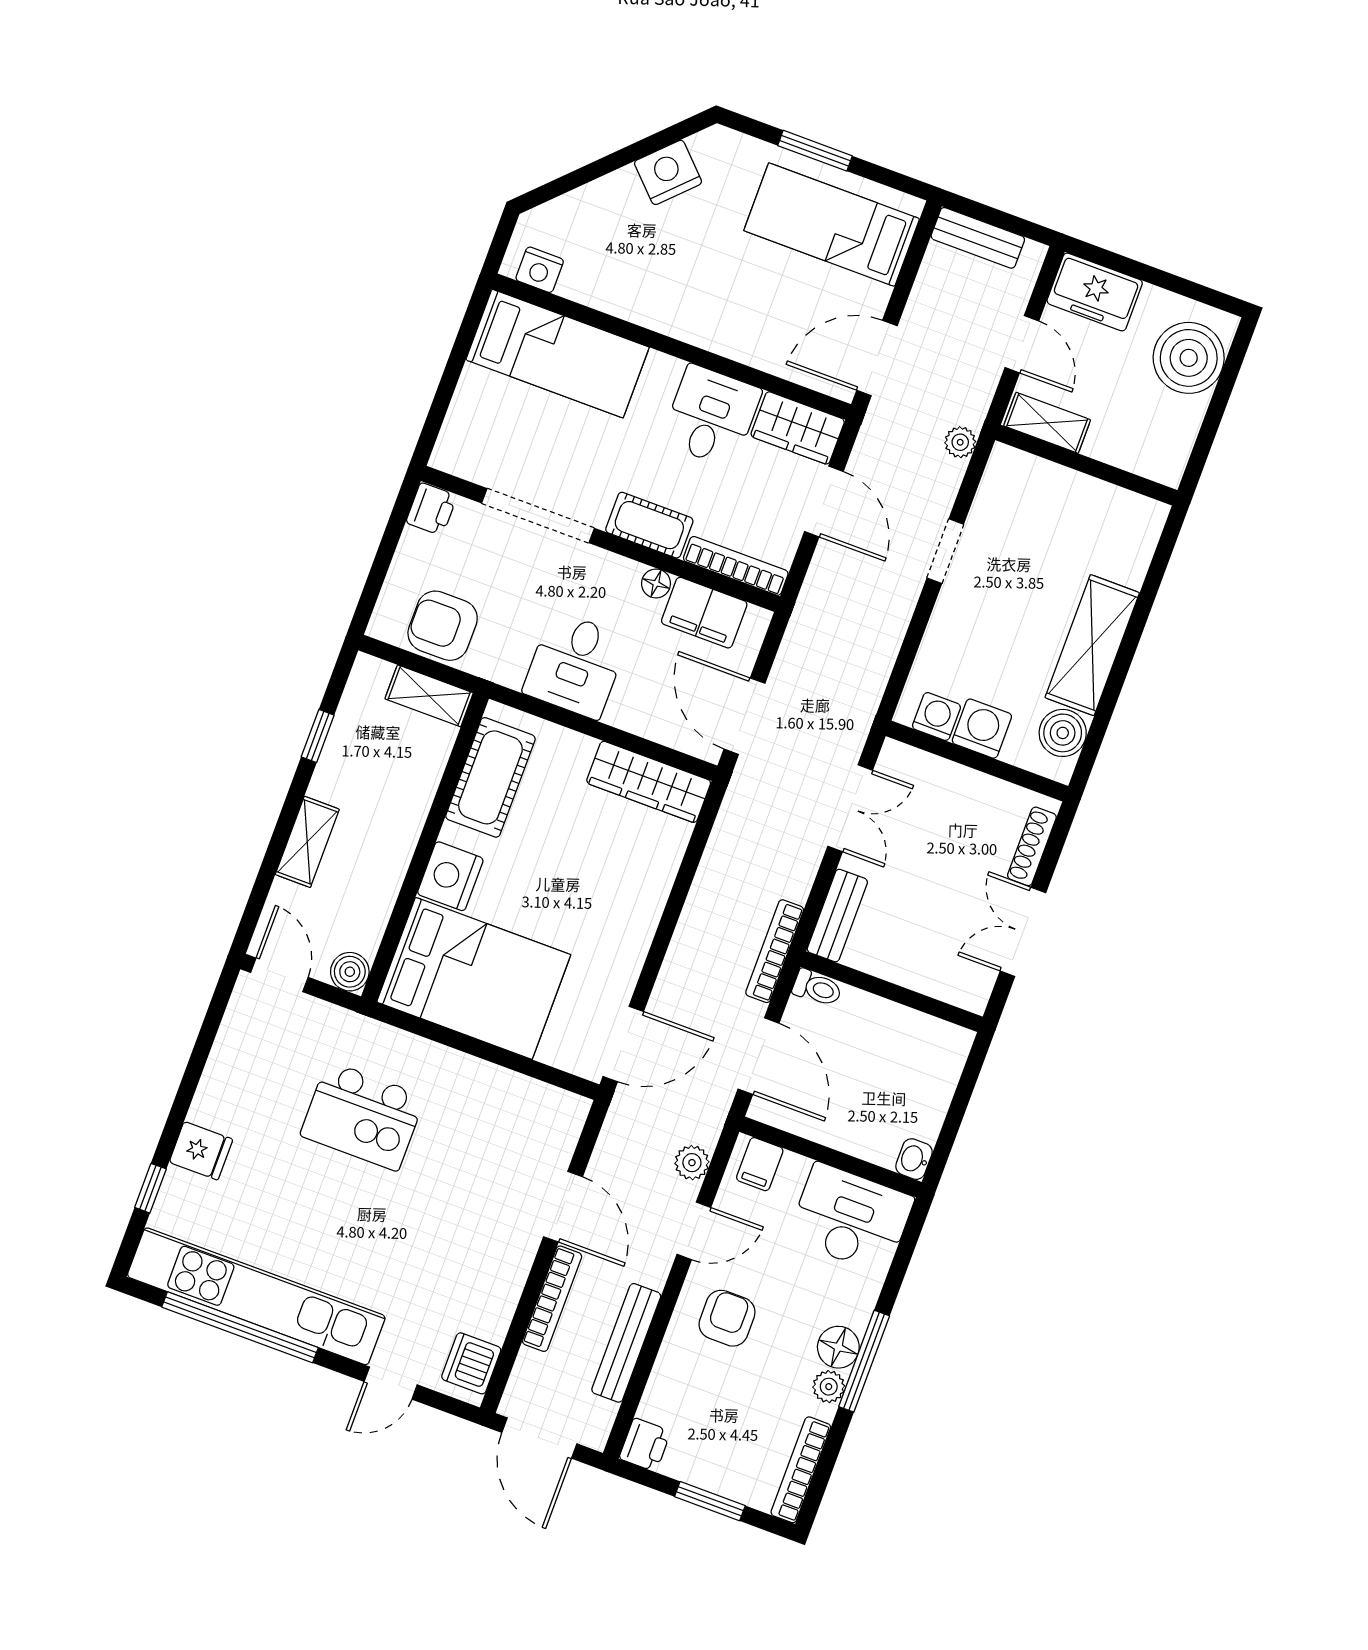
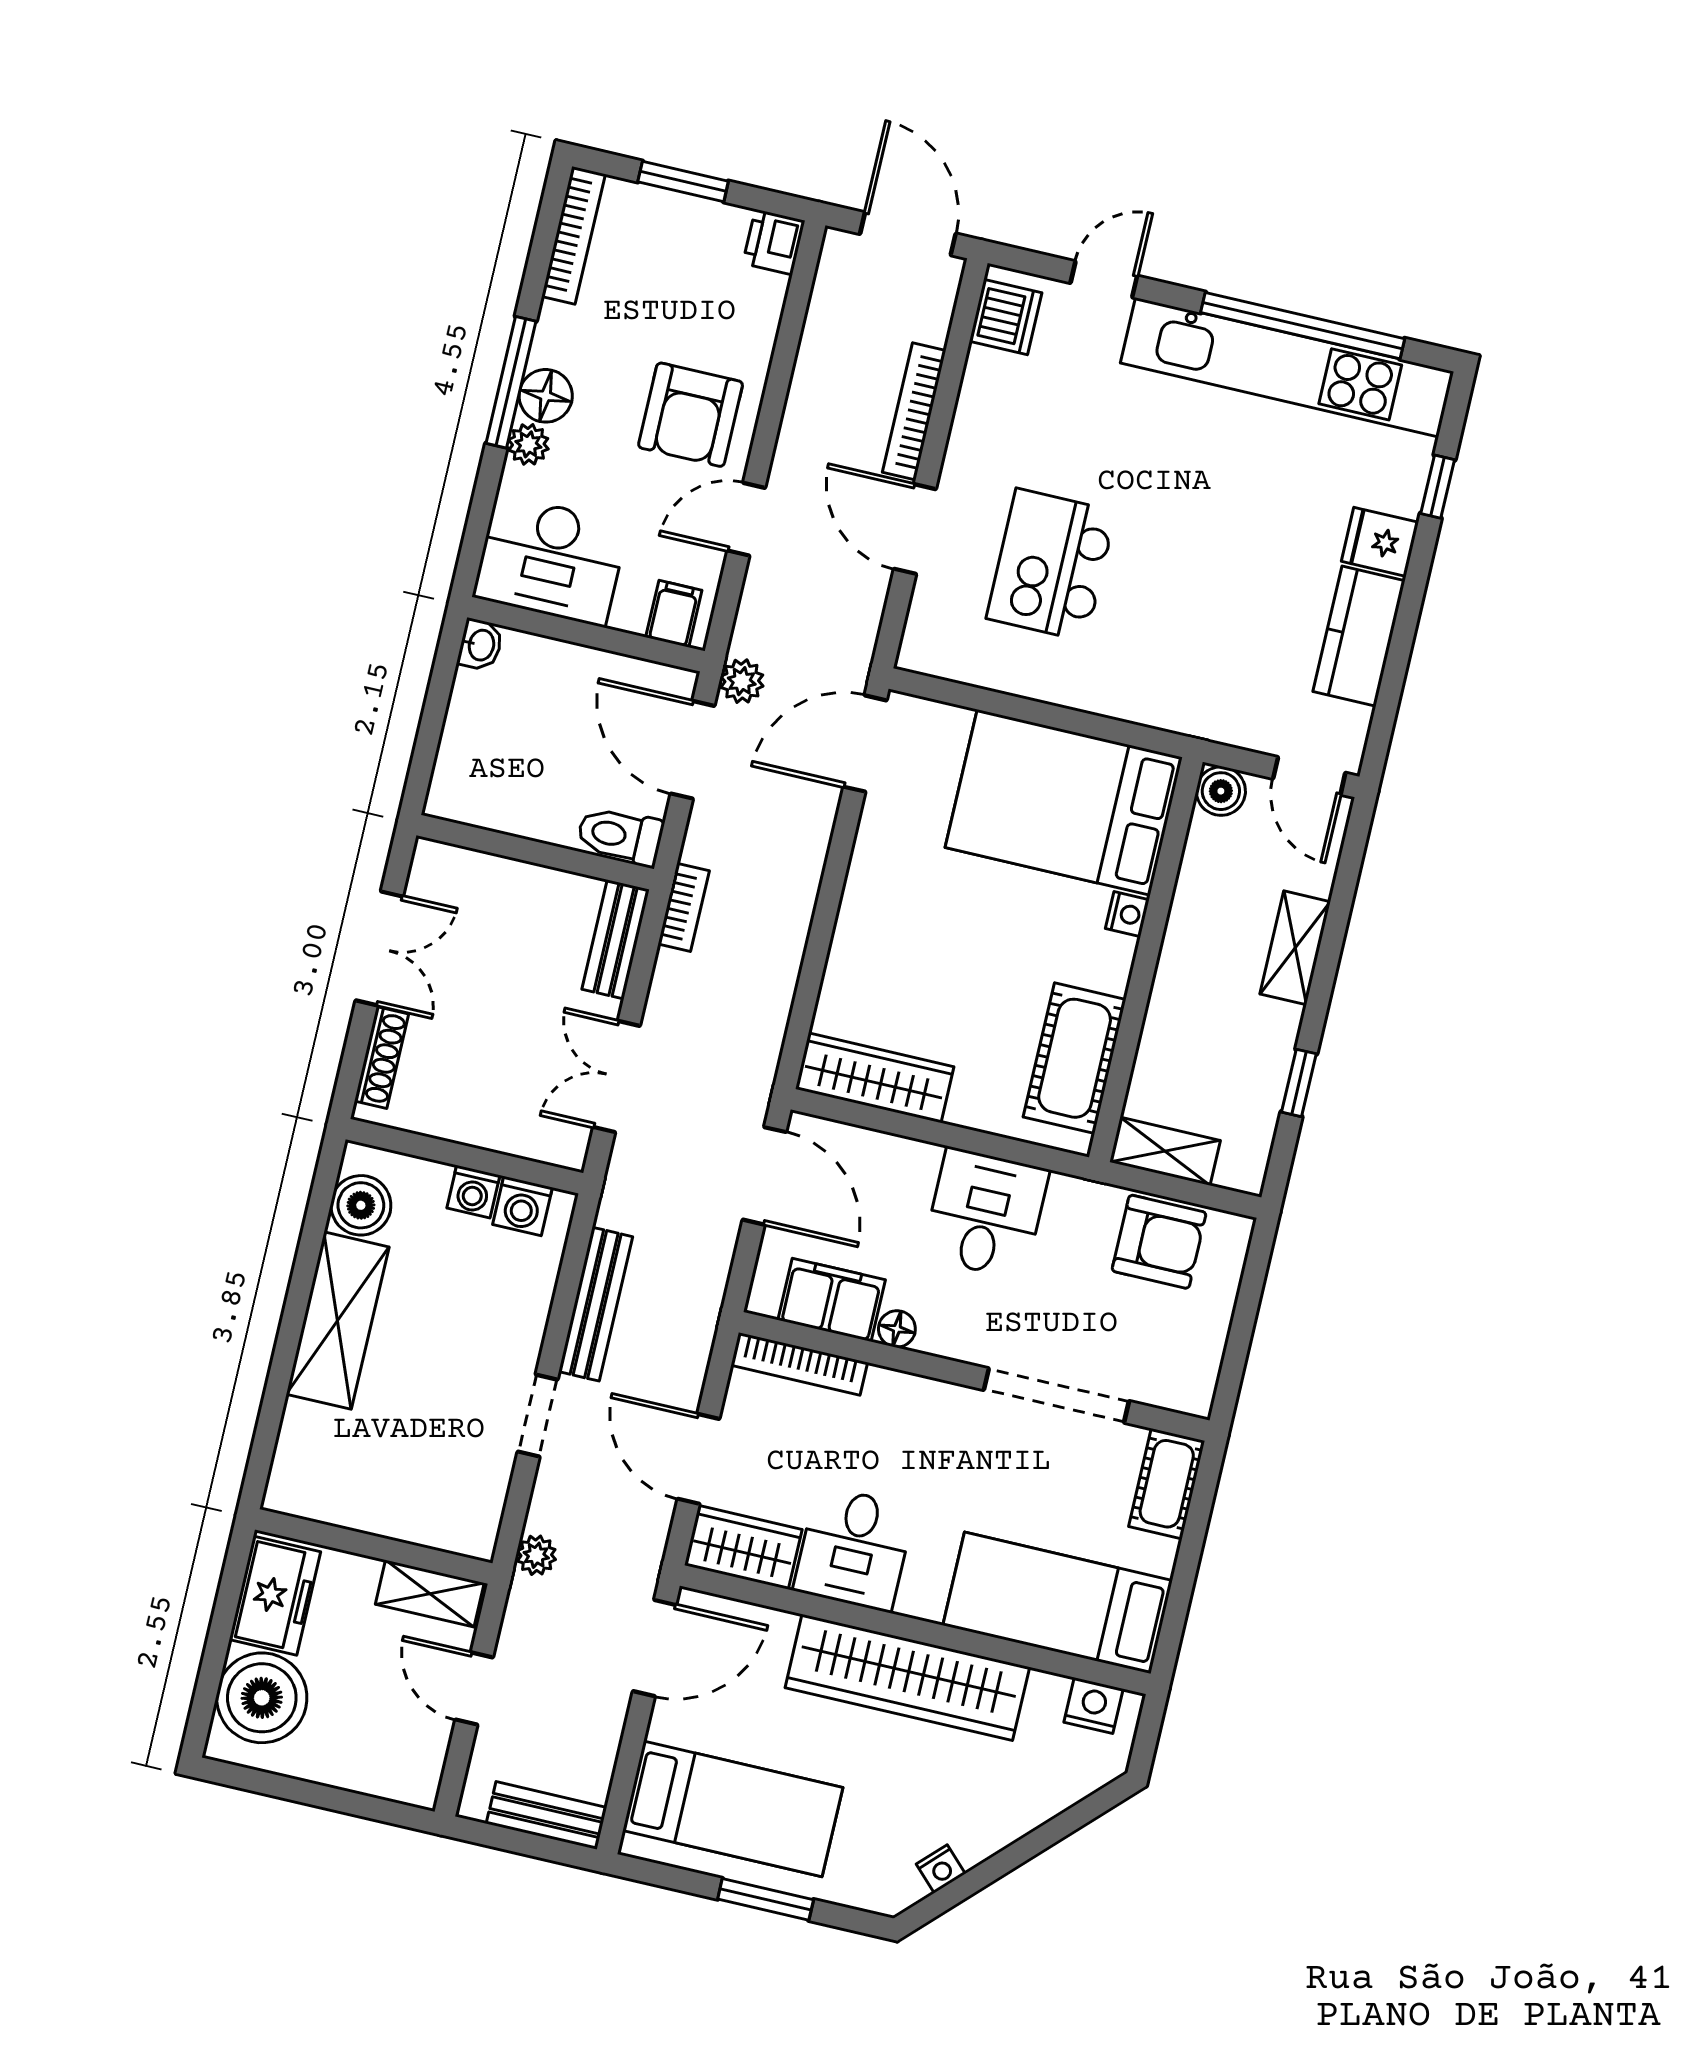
nightstand: (668, 172) -> (941, 1869), width x0.53, depth x0.56
freezer: (1095, 292) -> (275, 1596), moved, turned 90
wardrobe: (682, 310) -> (907, 1677), added
printer: (431, 509) -> (1192, 1387), removed
cot: (649, 525) -> (1167, 1484), moved, turned 90
washing machine: (982, 729) -> (473, 1192), width x0.73, depth x0.73
nightstand: (450, 876) -> (1127, 914), width x0.53, depth x0.56
bookcase: (775, 951) -> (684, 907), width x0.64
toilet: (817, 988) -> (620, 836), width x1.37, depth x1.39
kitchen counter: (227, 1079) -> (1359, 636), added
kitchen island: (363, 1116) -> (1051, 565), moved, turned -90
plant: (692, 1163) -> (742, 681), moved
armchair: (727, 1318) -> (691, 415), width x1.38, depth x1.38
bench: (626, 1343) -> (596, 1304), moved
plant: (829, 1387) -> (528, 444), moved

